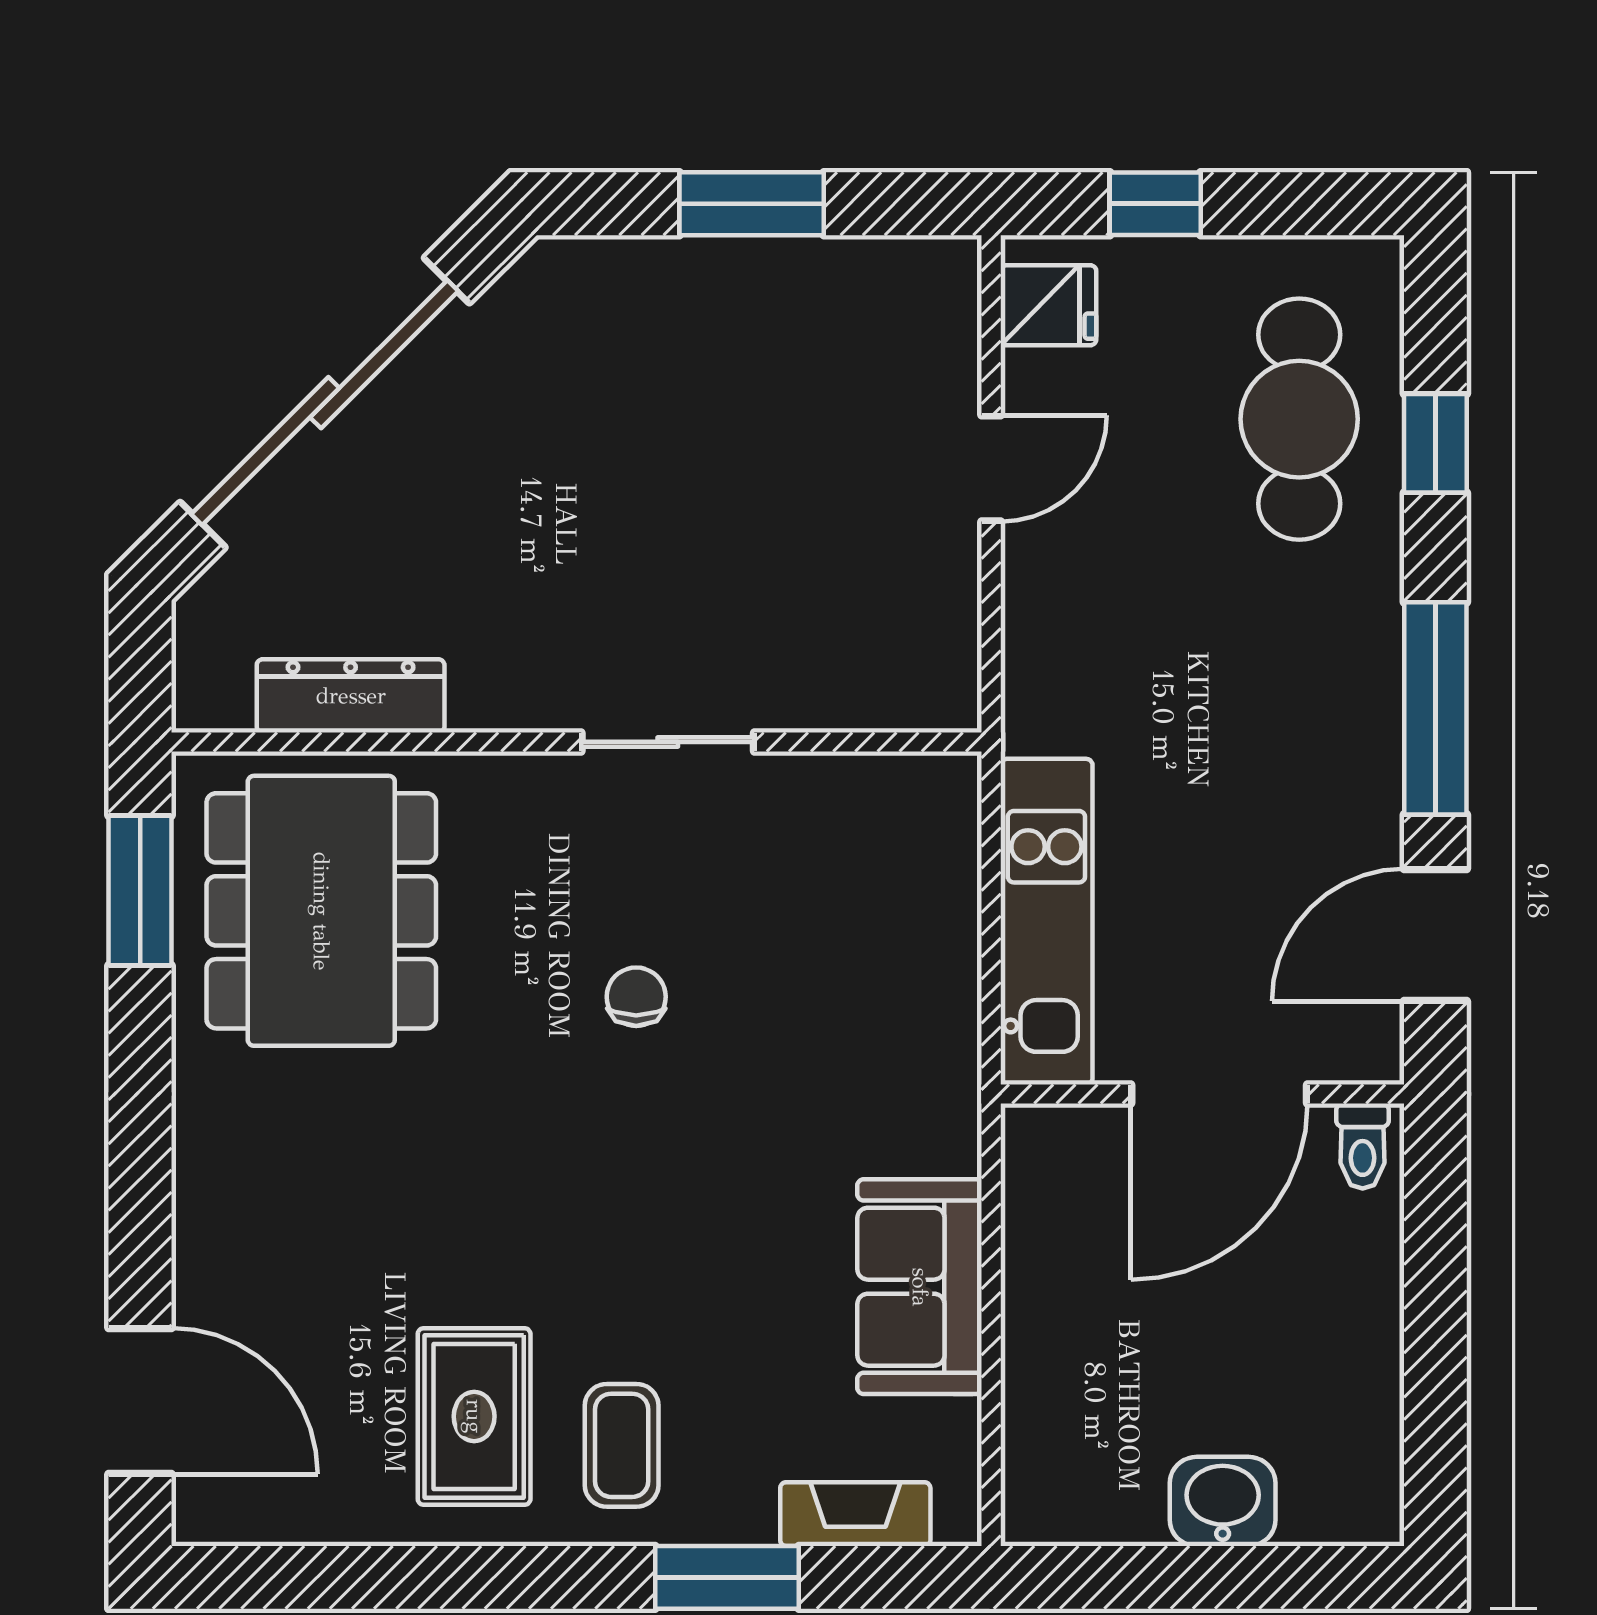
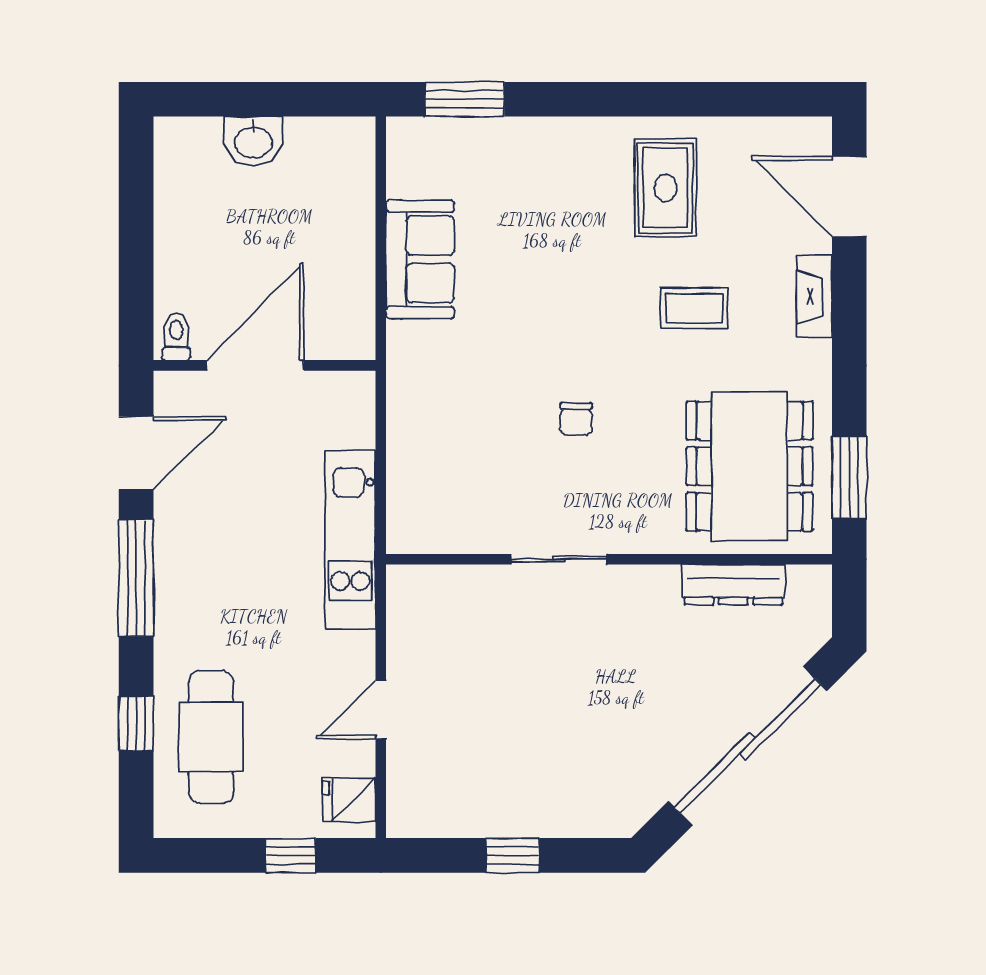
window: (752, 204) -> (513, 855), width x0.67
kitchen unit: (1046, 922) -> (350, 540), moved
coffee table: (622, 1445) -> (694, 308), moved, turned 90
fireplace: (855, 1514) -> (814, 297), moved, turned 90
window: (727, 1577) -> (465, 99), moved

